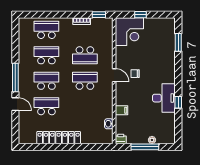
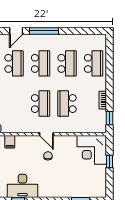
door: (114, 75) -> (46, 134), hinge flipped

